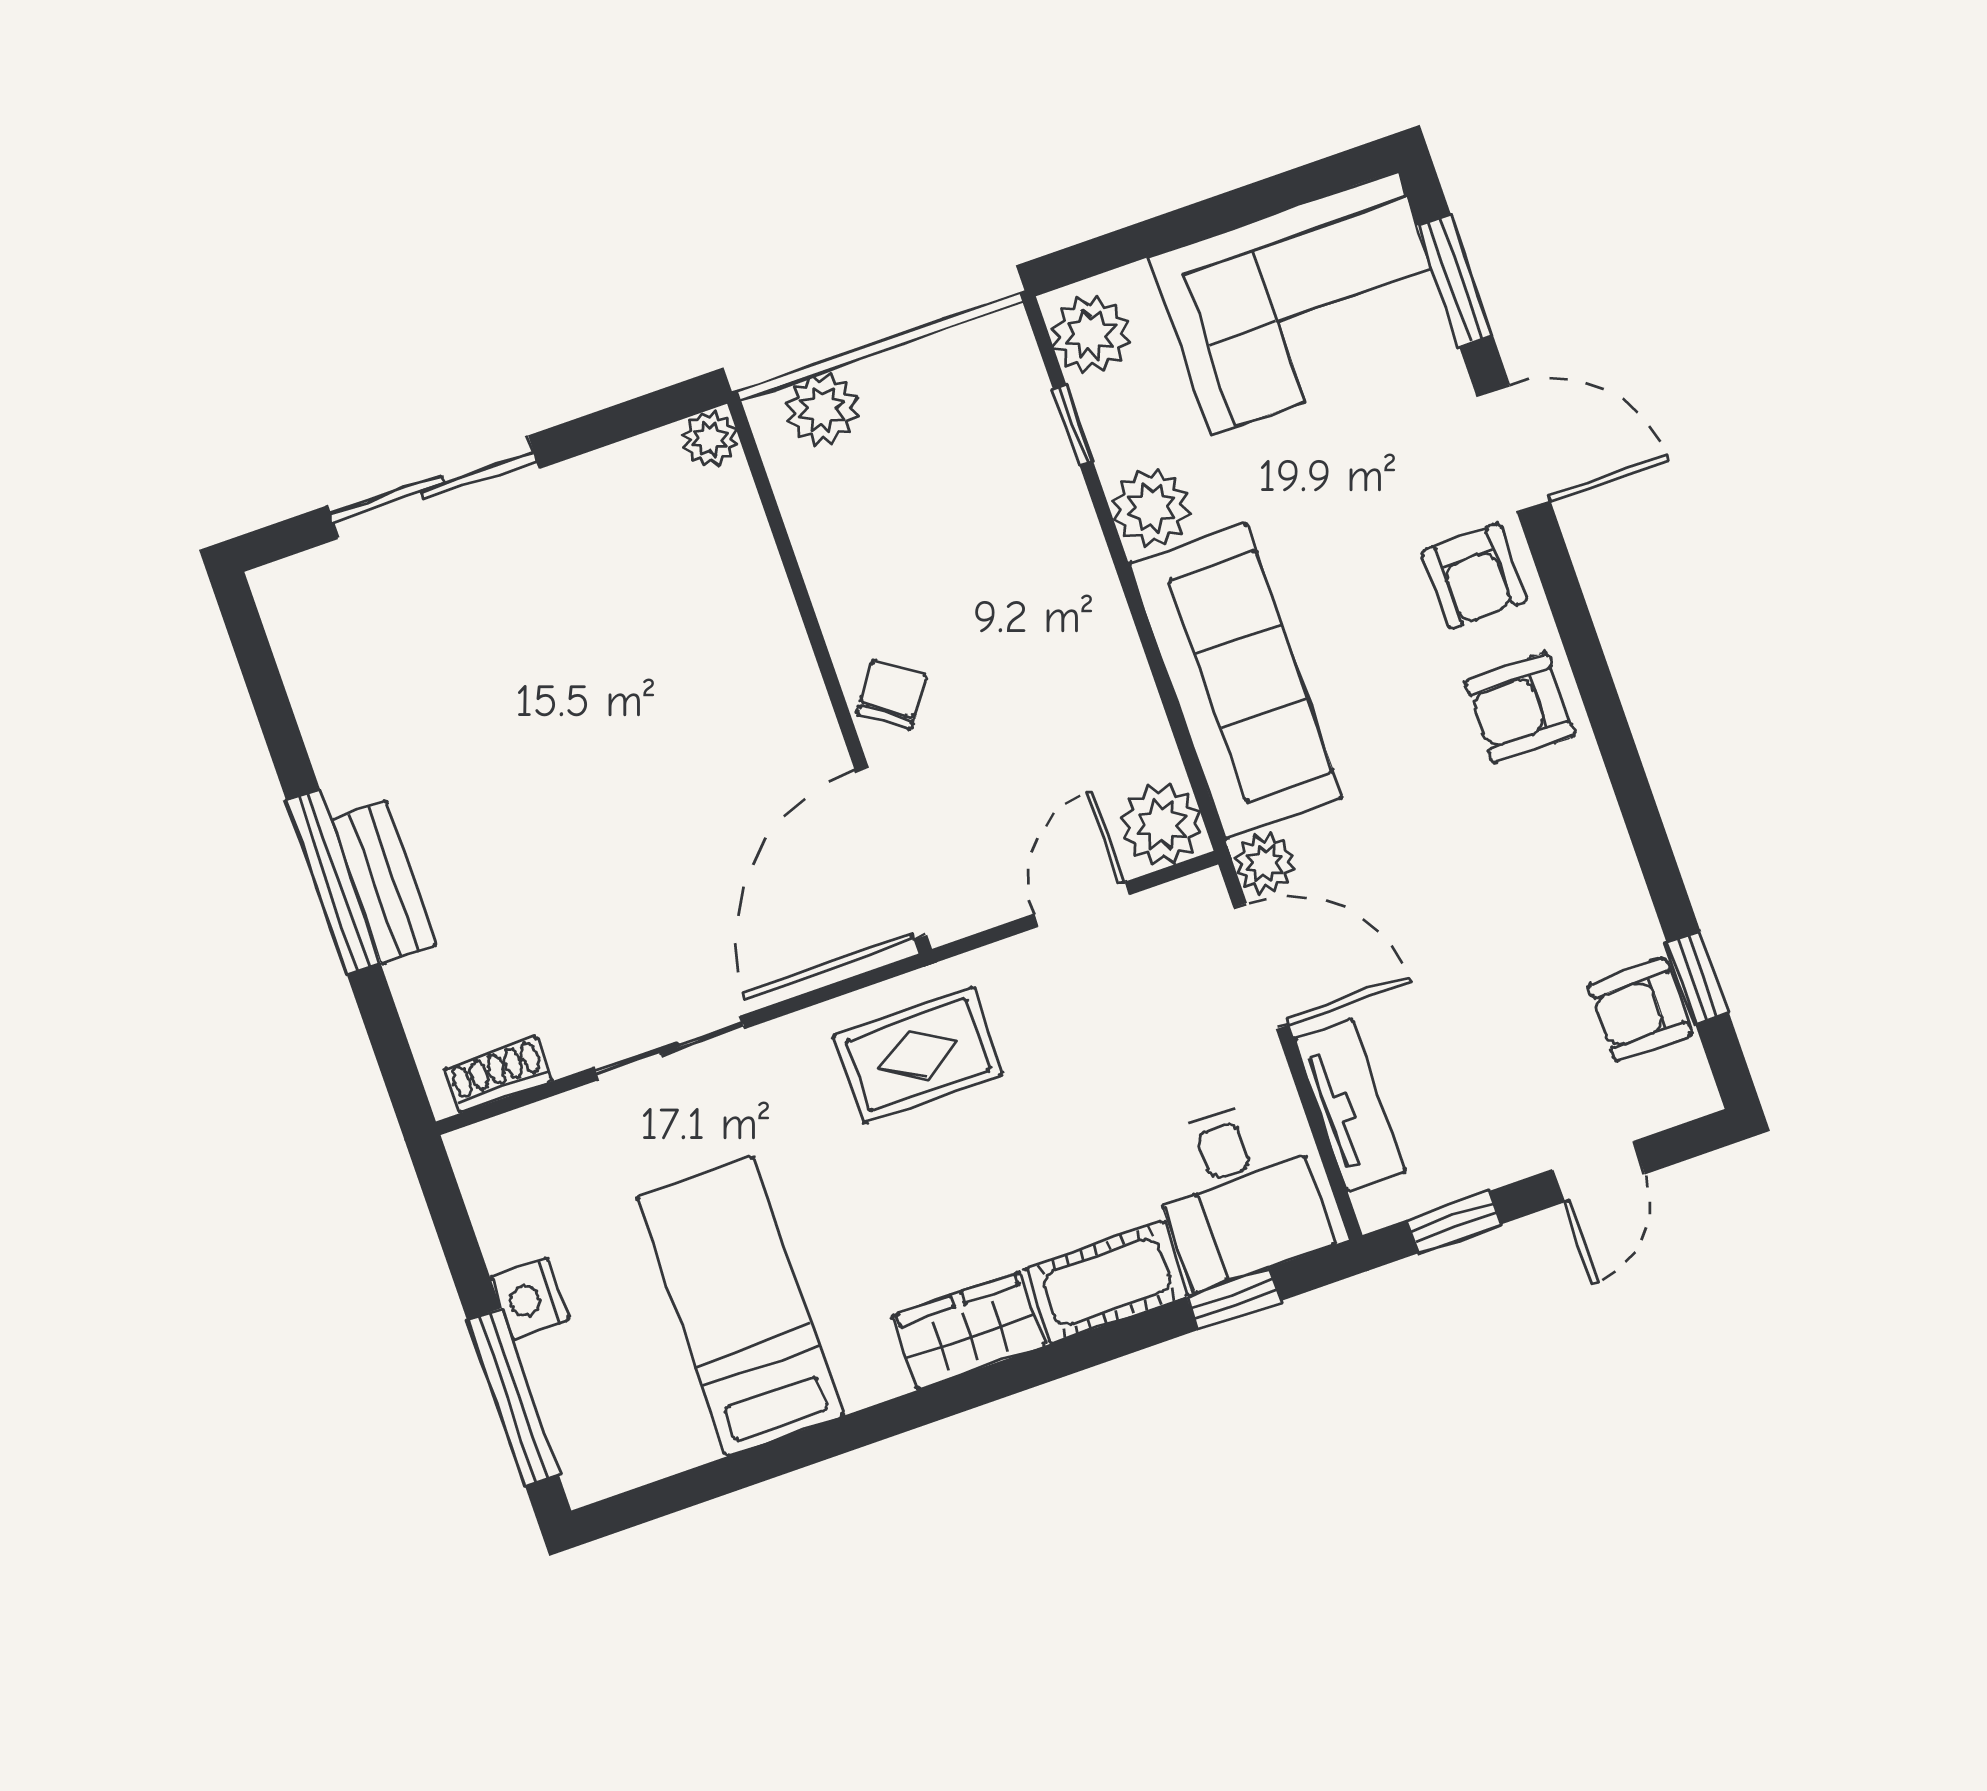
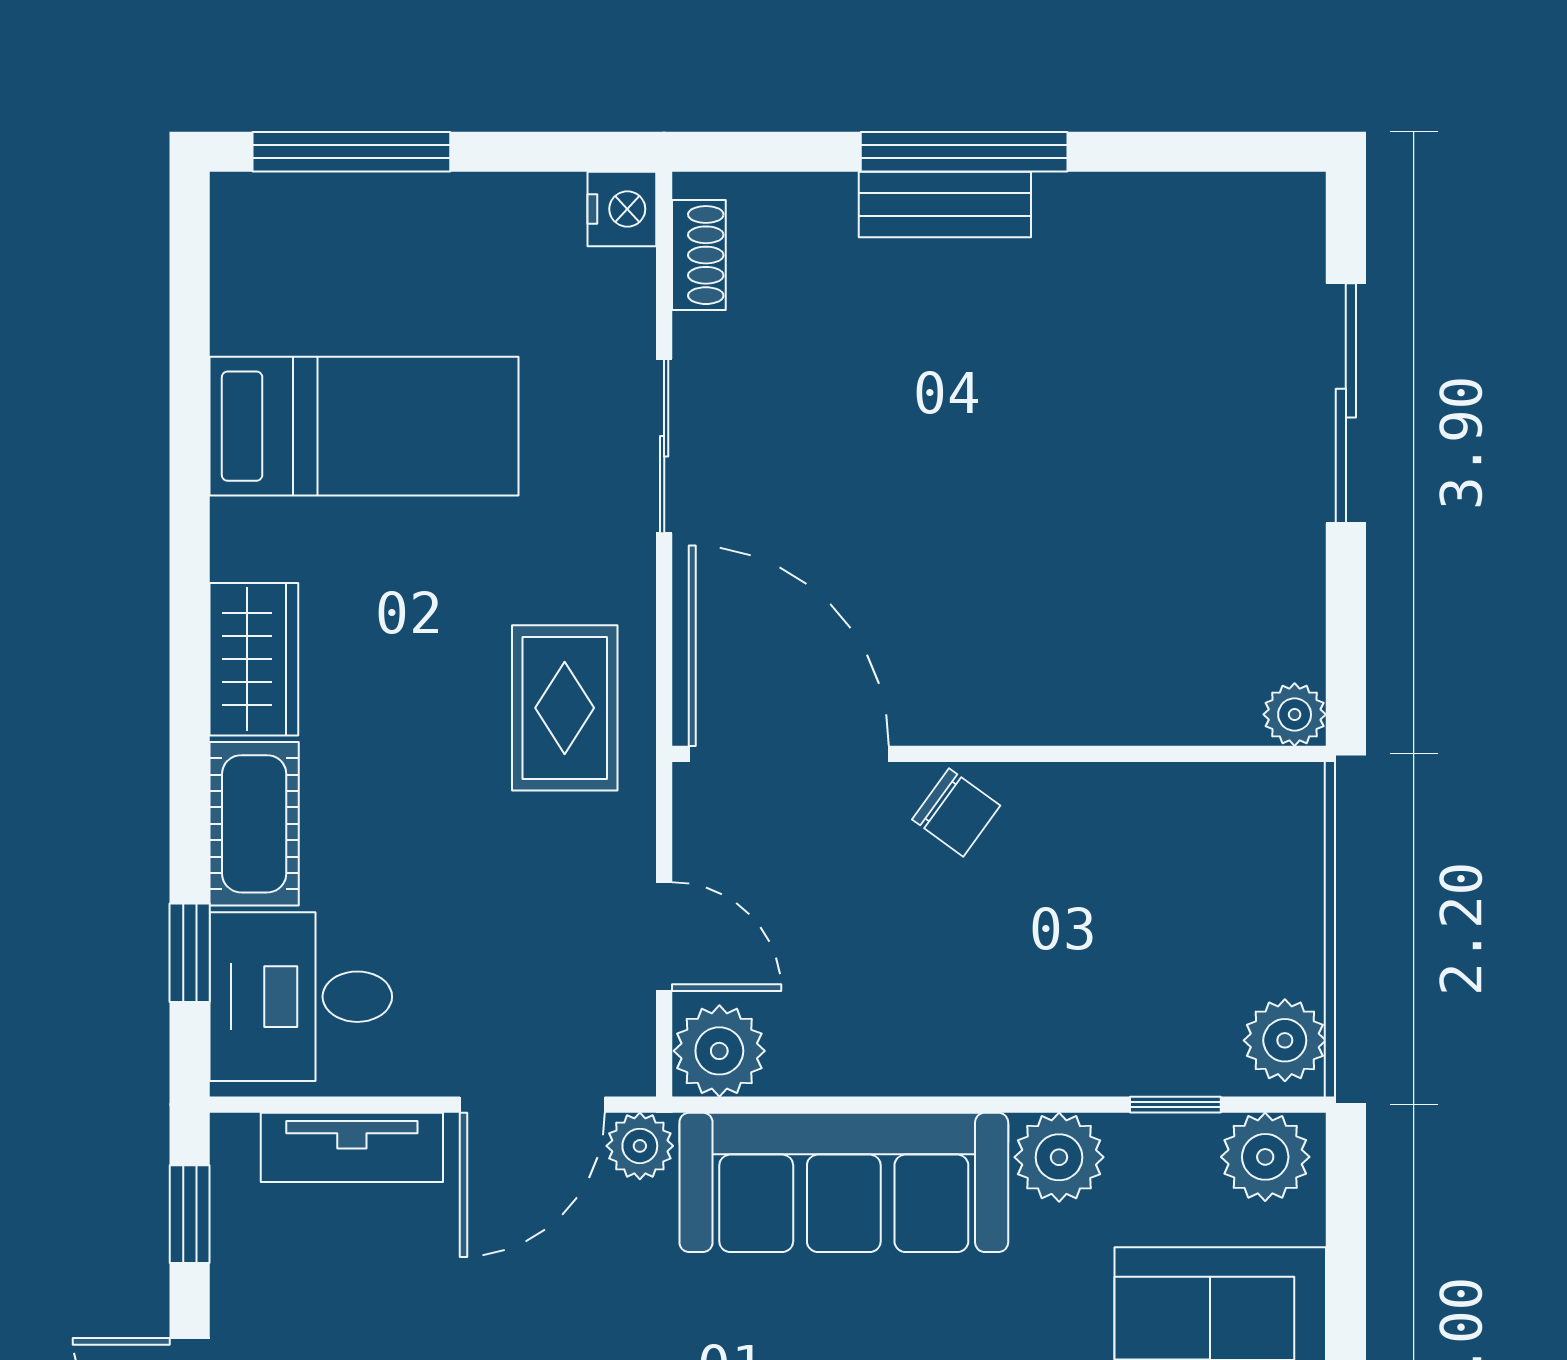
plant: (822, 409) -> (1285, 1040), moved
nightstand: (530, 1299) -> (622, 209), moved, turned 90

